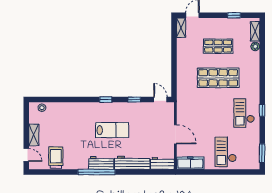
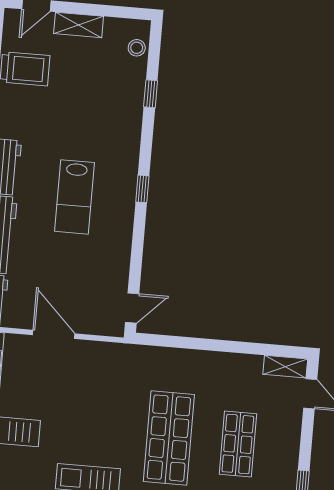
window: (134, 100) -> (151, 94), moved
door: (175, 134) -> (54, 334), swing flipped

